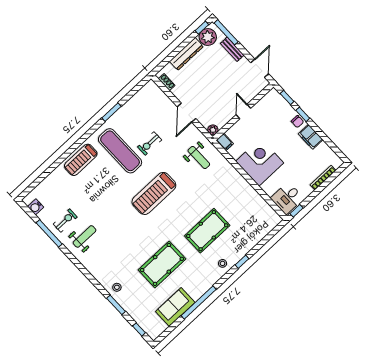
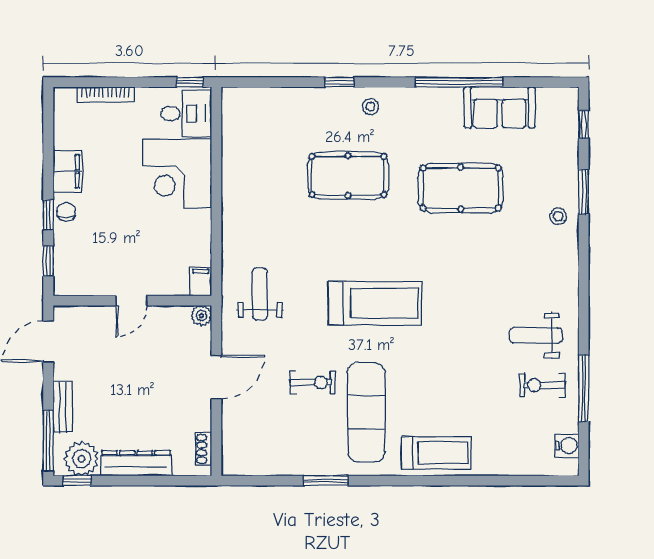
corner desk: (260, 162) -> (177, 173), moved

